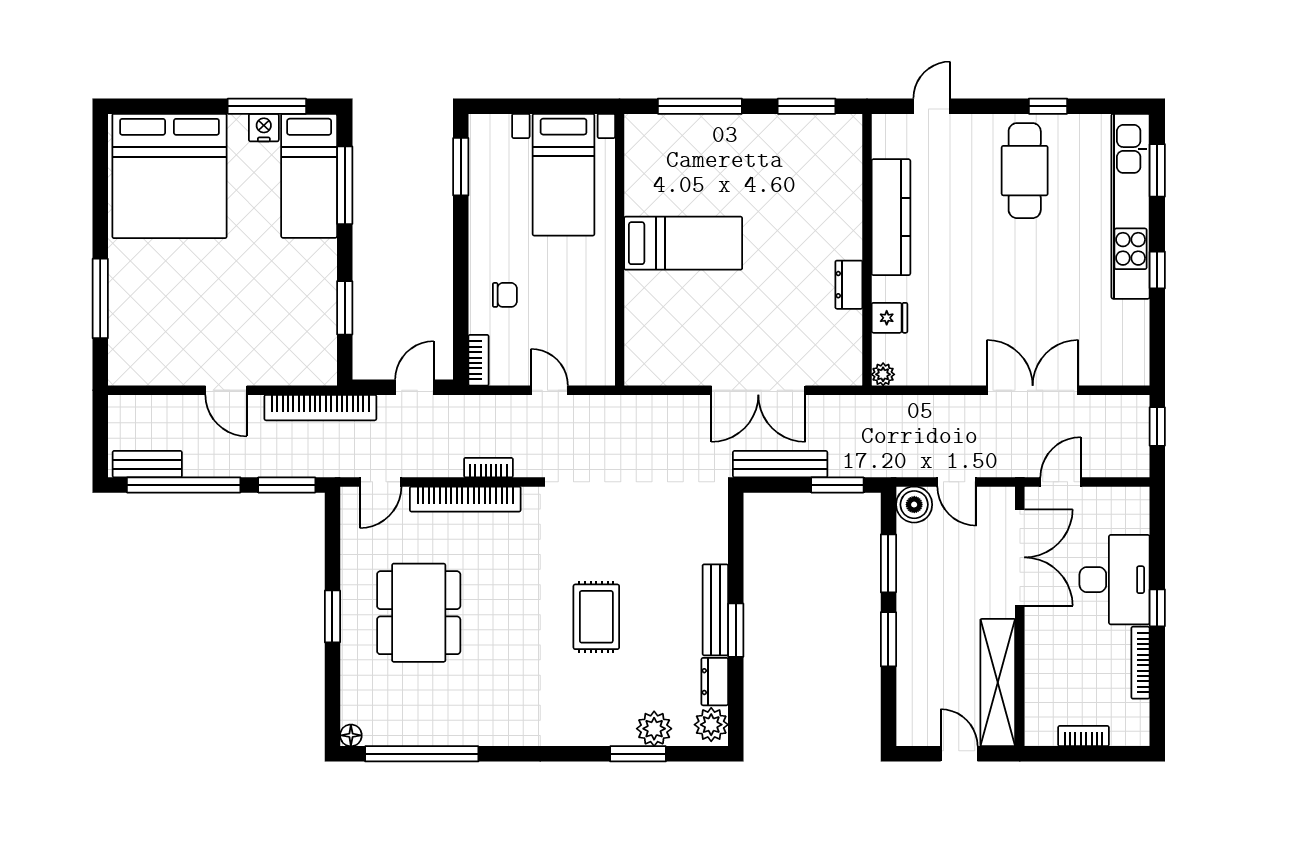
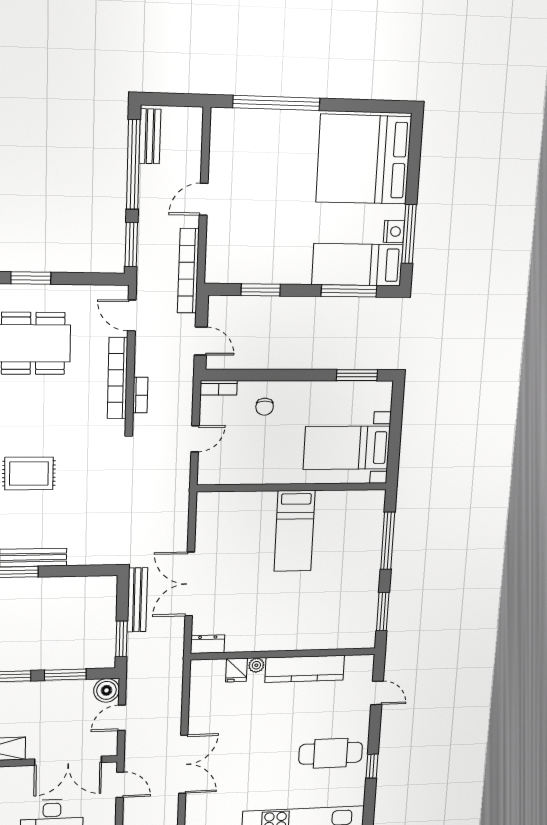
dresser: (849, 285) -> (207, 644), moved
window: (100, 298) -> (276, 103), width x1.46
plant: (883, 374) -> (256, 665), moved

